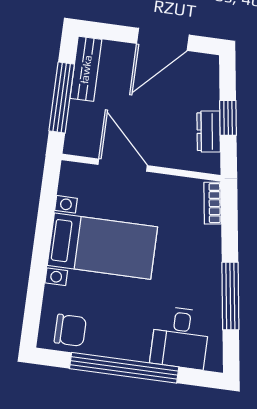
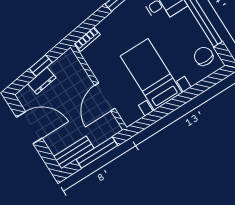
dresser: (209, 132) -> (42, 81), moved

